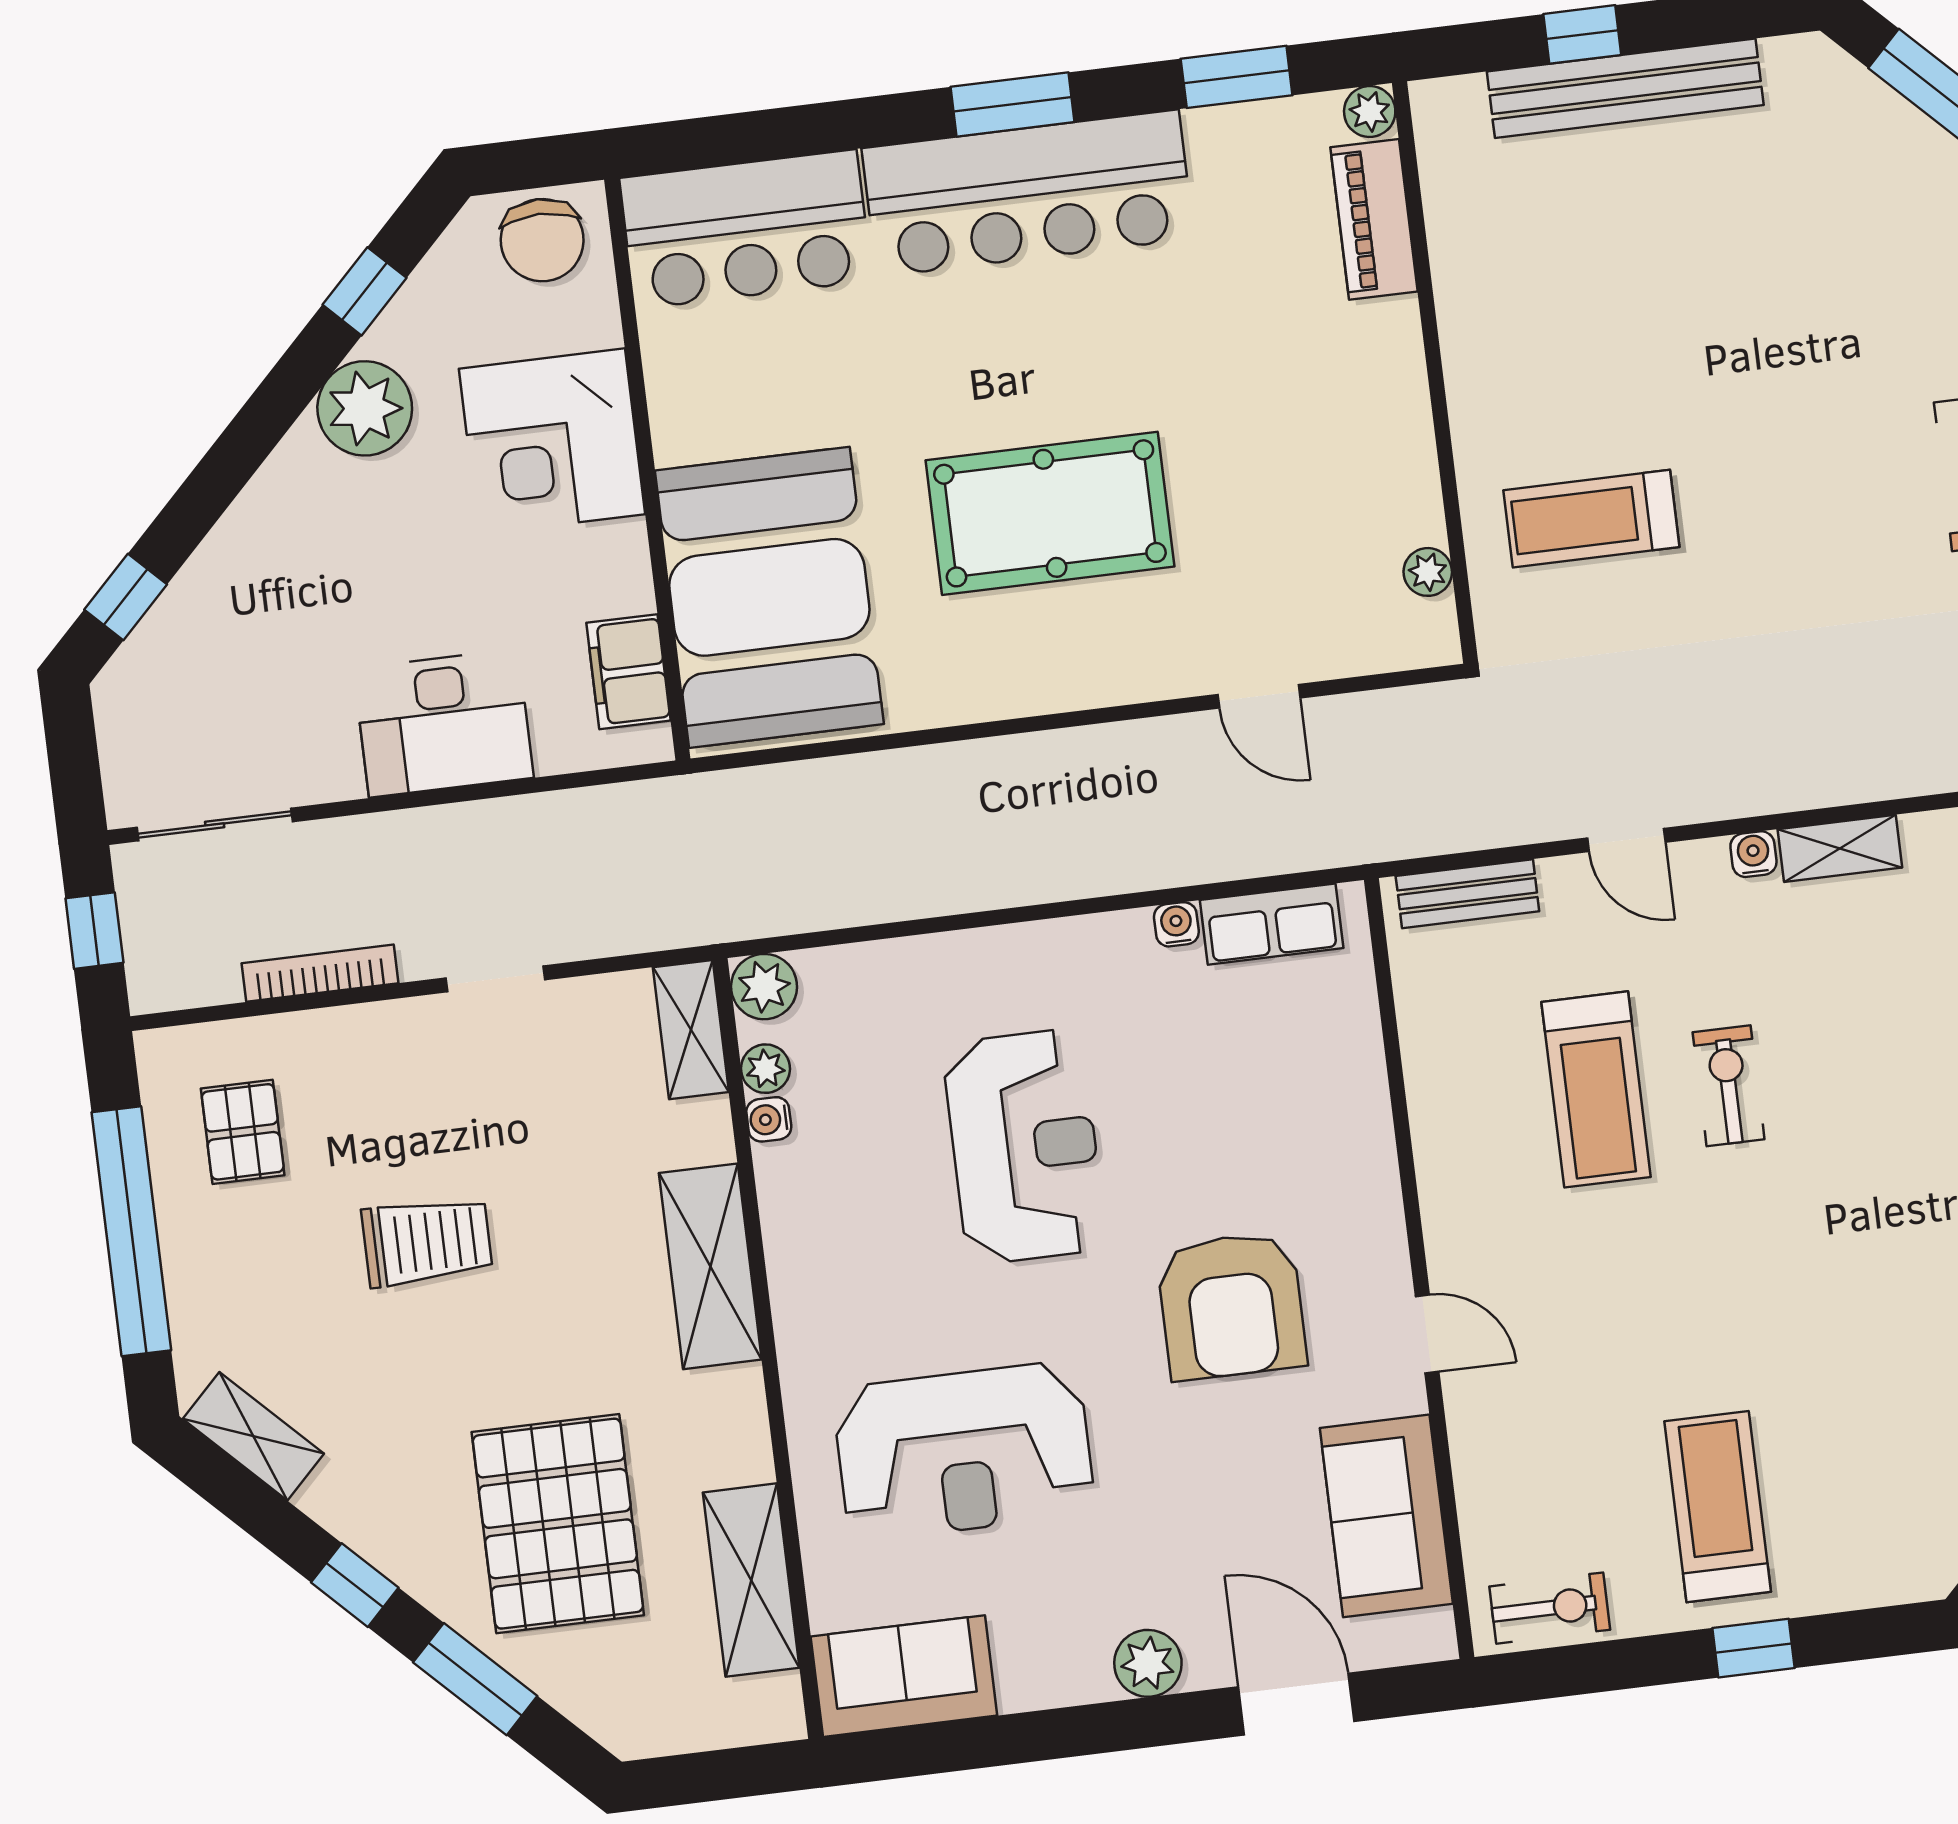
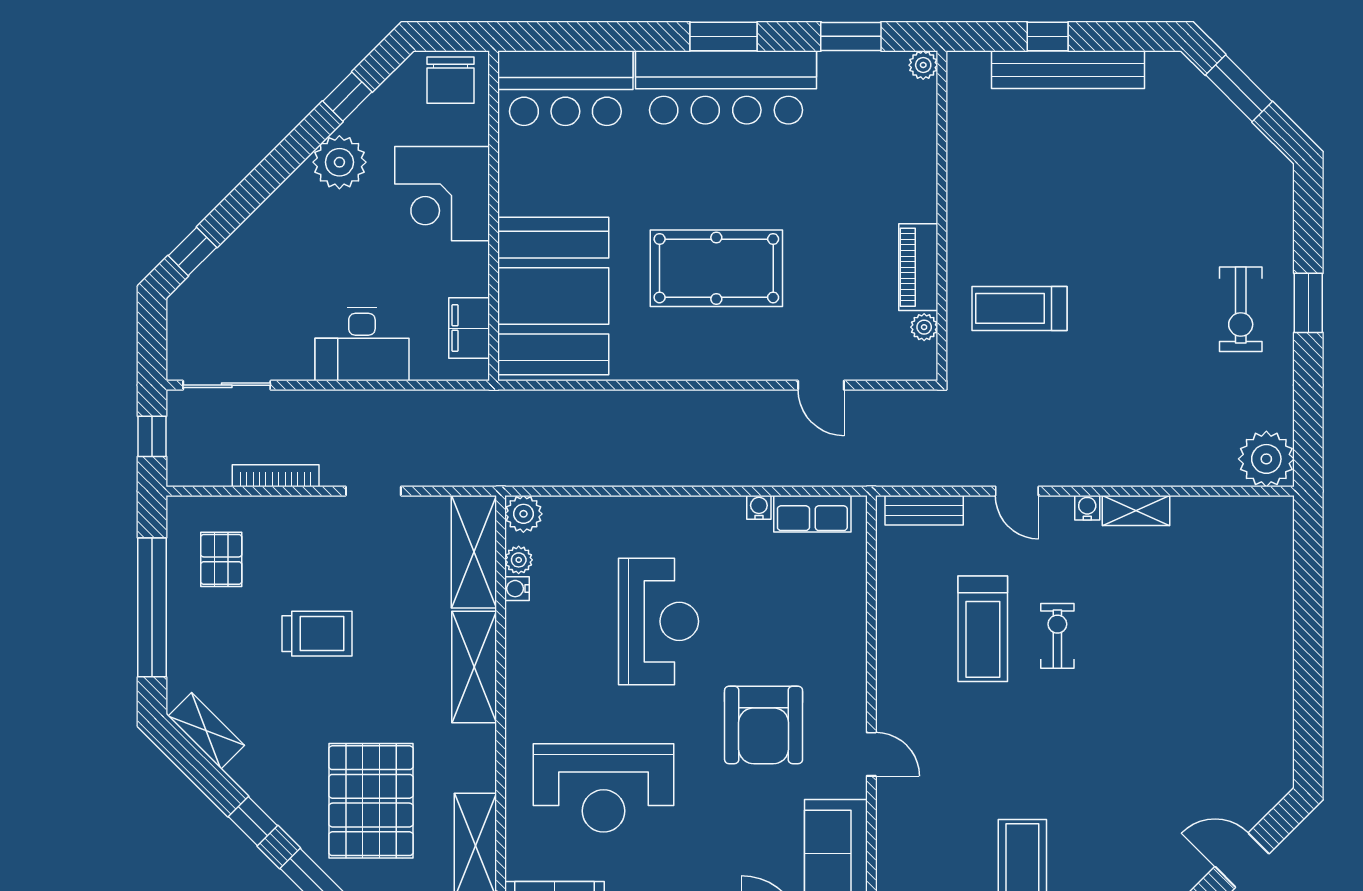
piano: (1374, 219) -> (918, 267), moved
shelving: (691, 1030) -> (474, 552), width x1.50, depth x1.33

